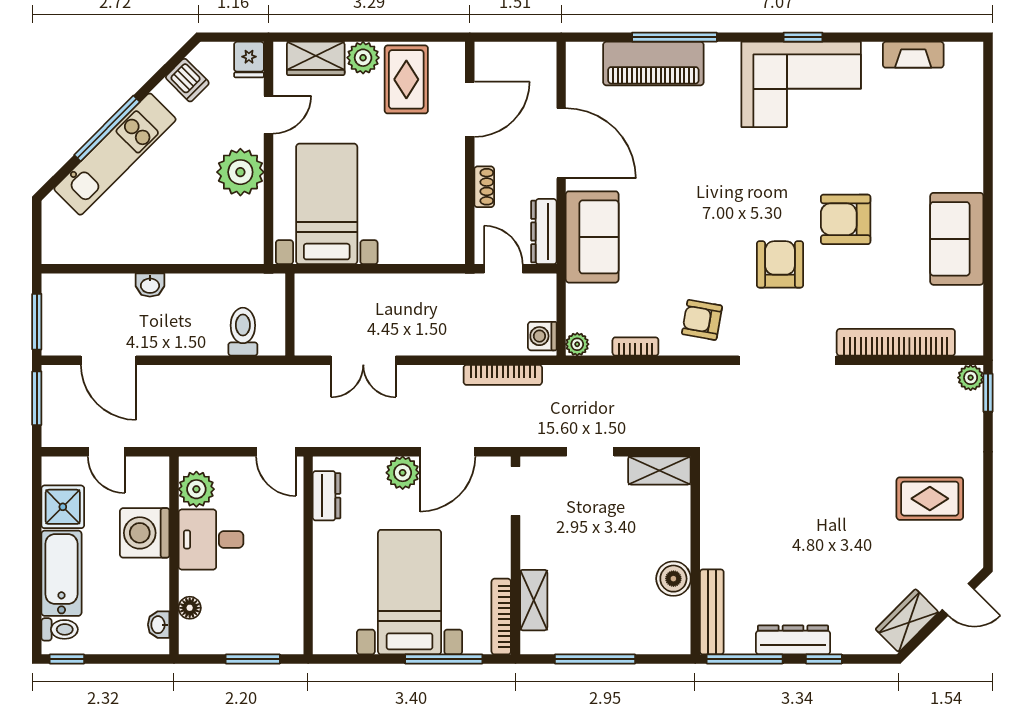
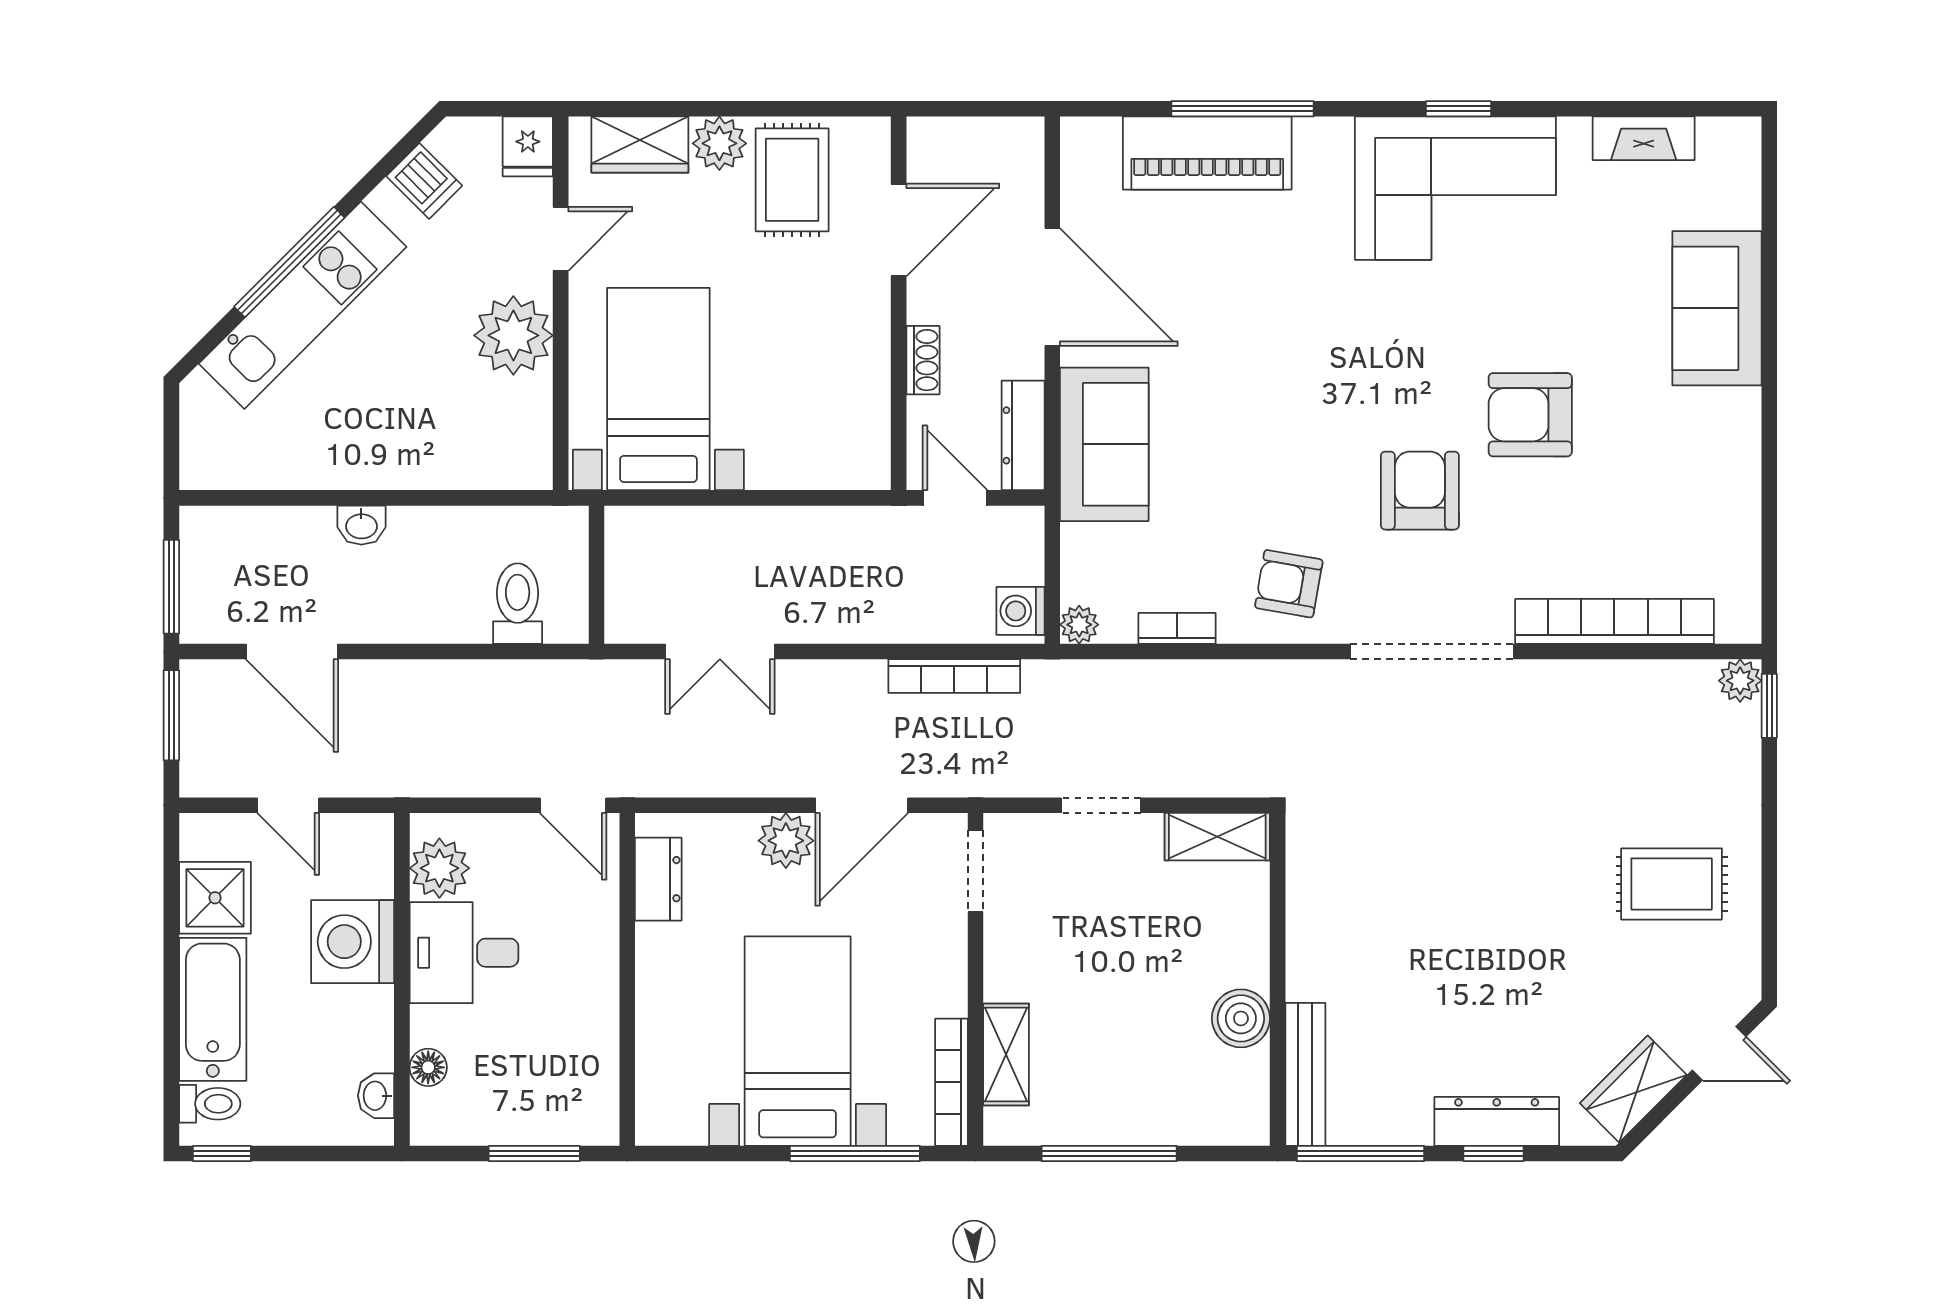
sofa: (957, 239) -> (1717, 308), moved
dresser: (793, 640) -> (1497, 1121), moved

